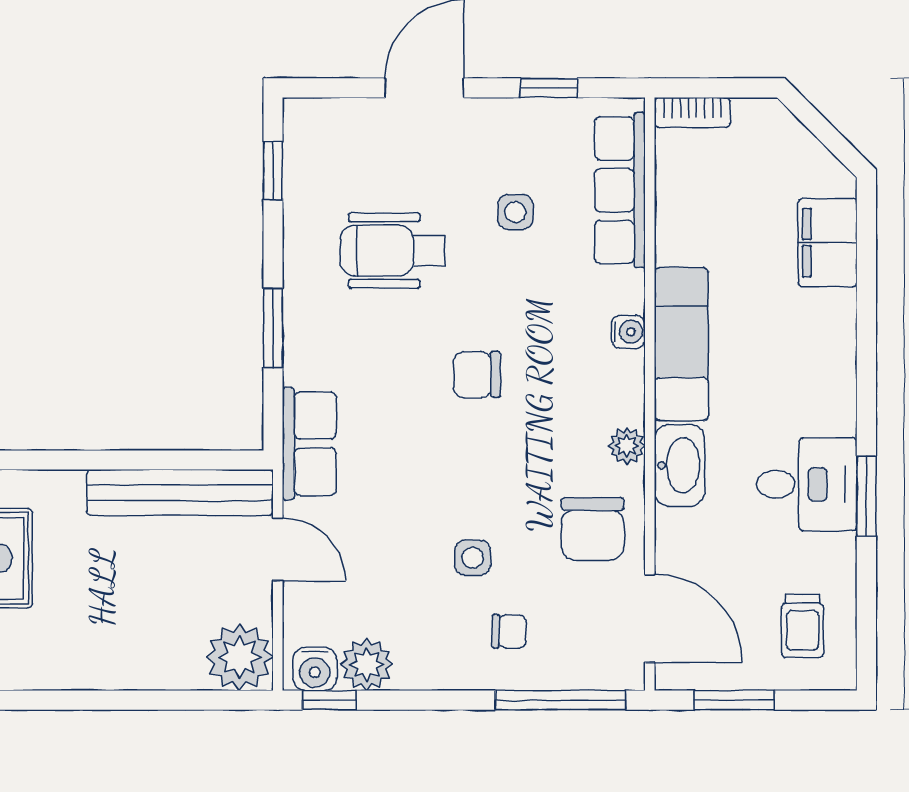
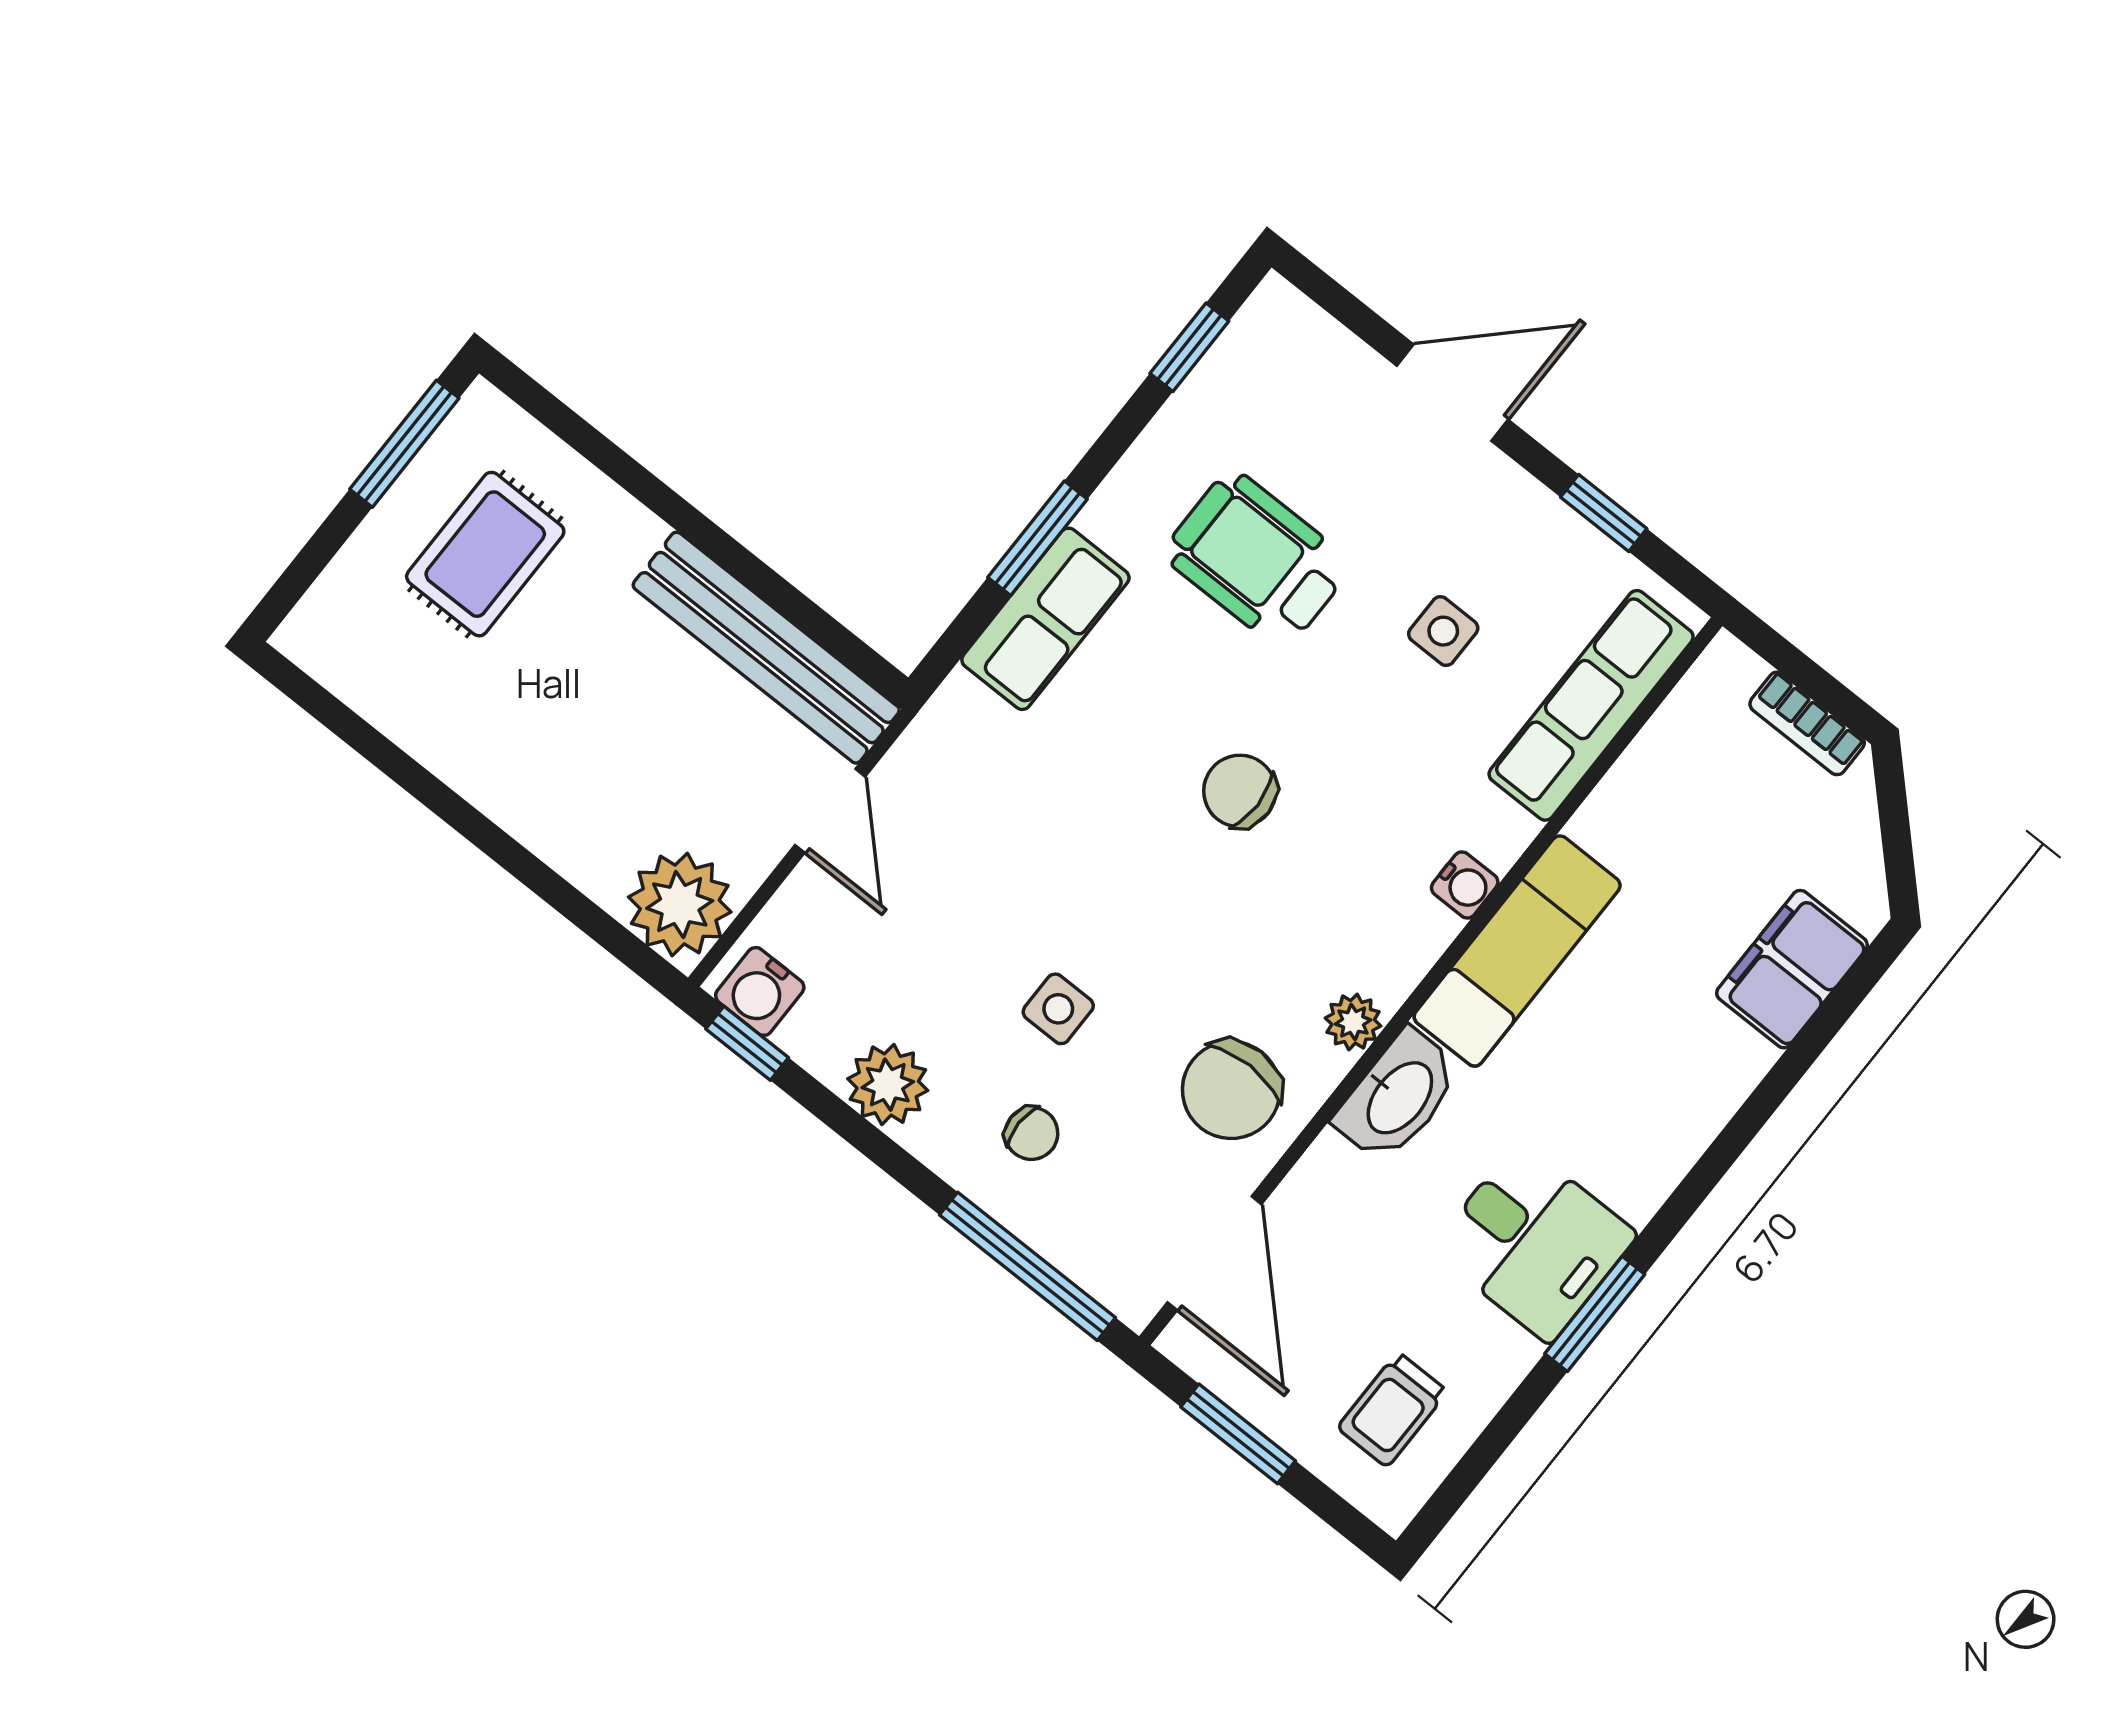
bookcase: (692, 112) -> (1807, 723), moved
row of seats: (309, 444) -> (1045, 619), moved
plant: (367, 664) -> (888, 1085), moved

